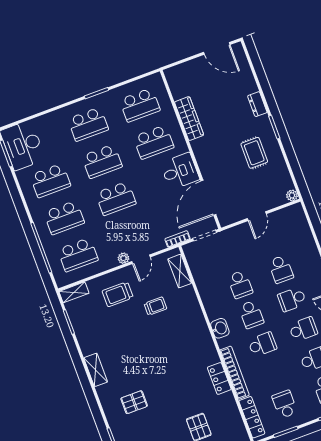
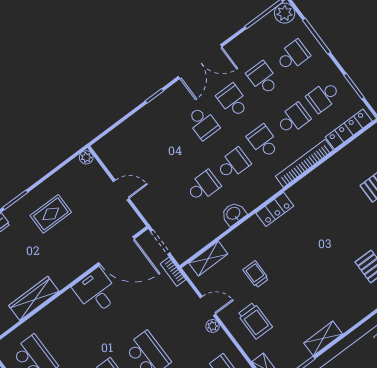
school desk: (154, 142) -> (72, 331), removed
school desk: (281, 269) -> (293, 119), moved
washbasin: (220, 328) -> (234, 214), moved
shelving: (96, 370) -> (323, 338), moved
locker: (219, 378) -> (275, 209), moved

